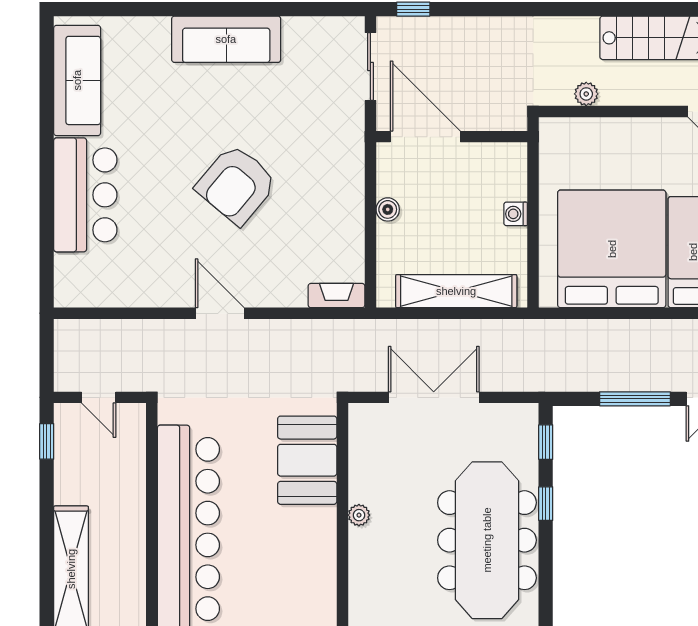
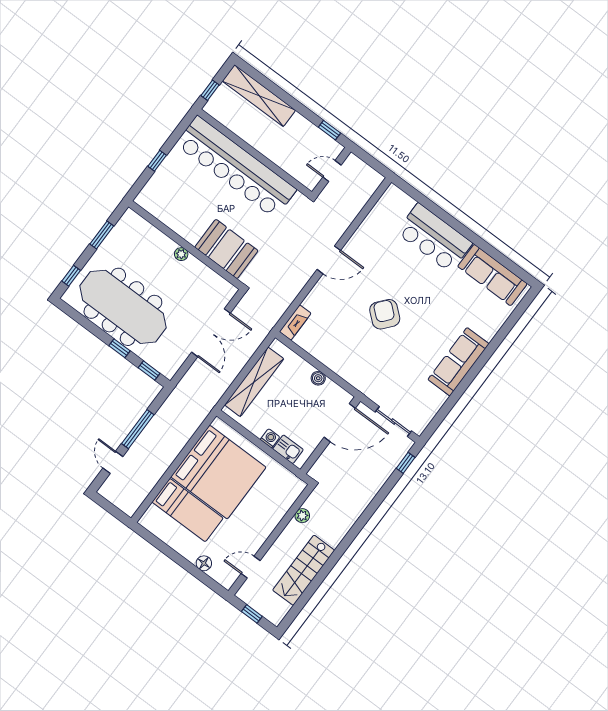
kitchen sink: (512, 179) -> (288, 449), added
armchair: (236, 185) -> (385, 314), width x0.73, depth x0.73

